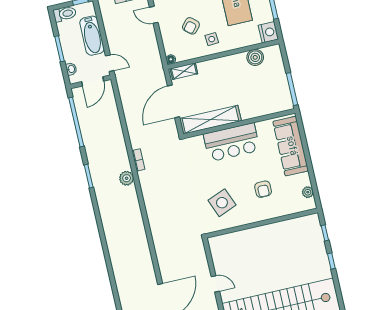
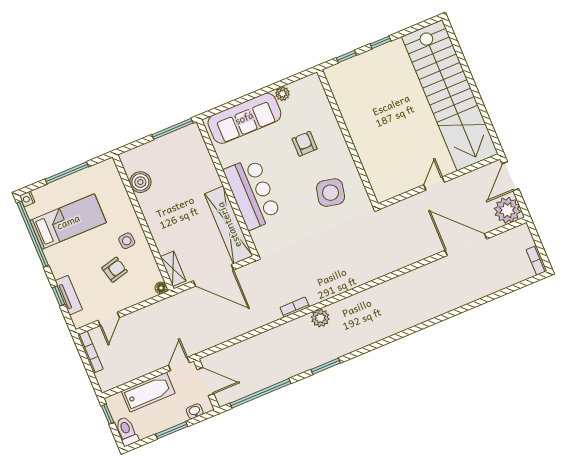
armchair: (191, 26) -> (115, 270), turned -55
nightstand: (268, 32) -> (106, 171), removed
armchair: (263, 189) -> (305, 144), turned -90
plant: (308, 192) -> (282, 94), moved
side table: (222, 203) -> (331, 193), turned 34

